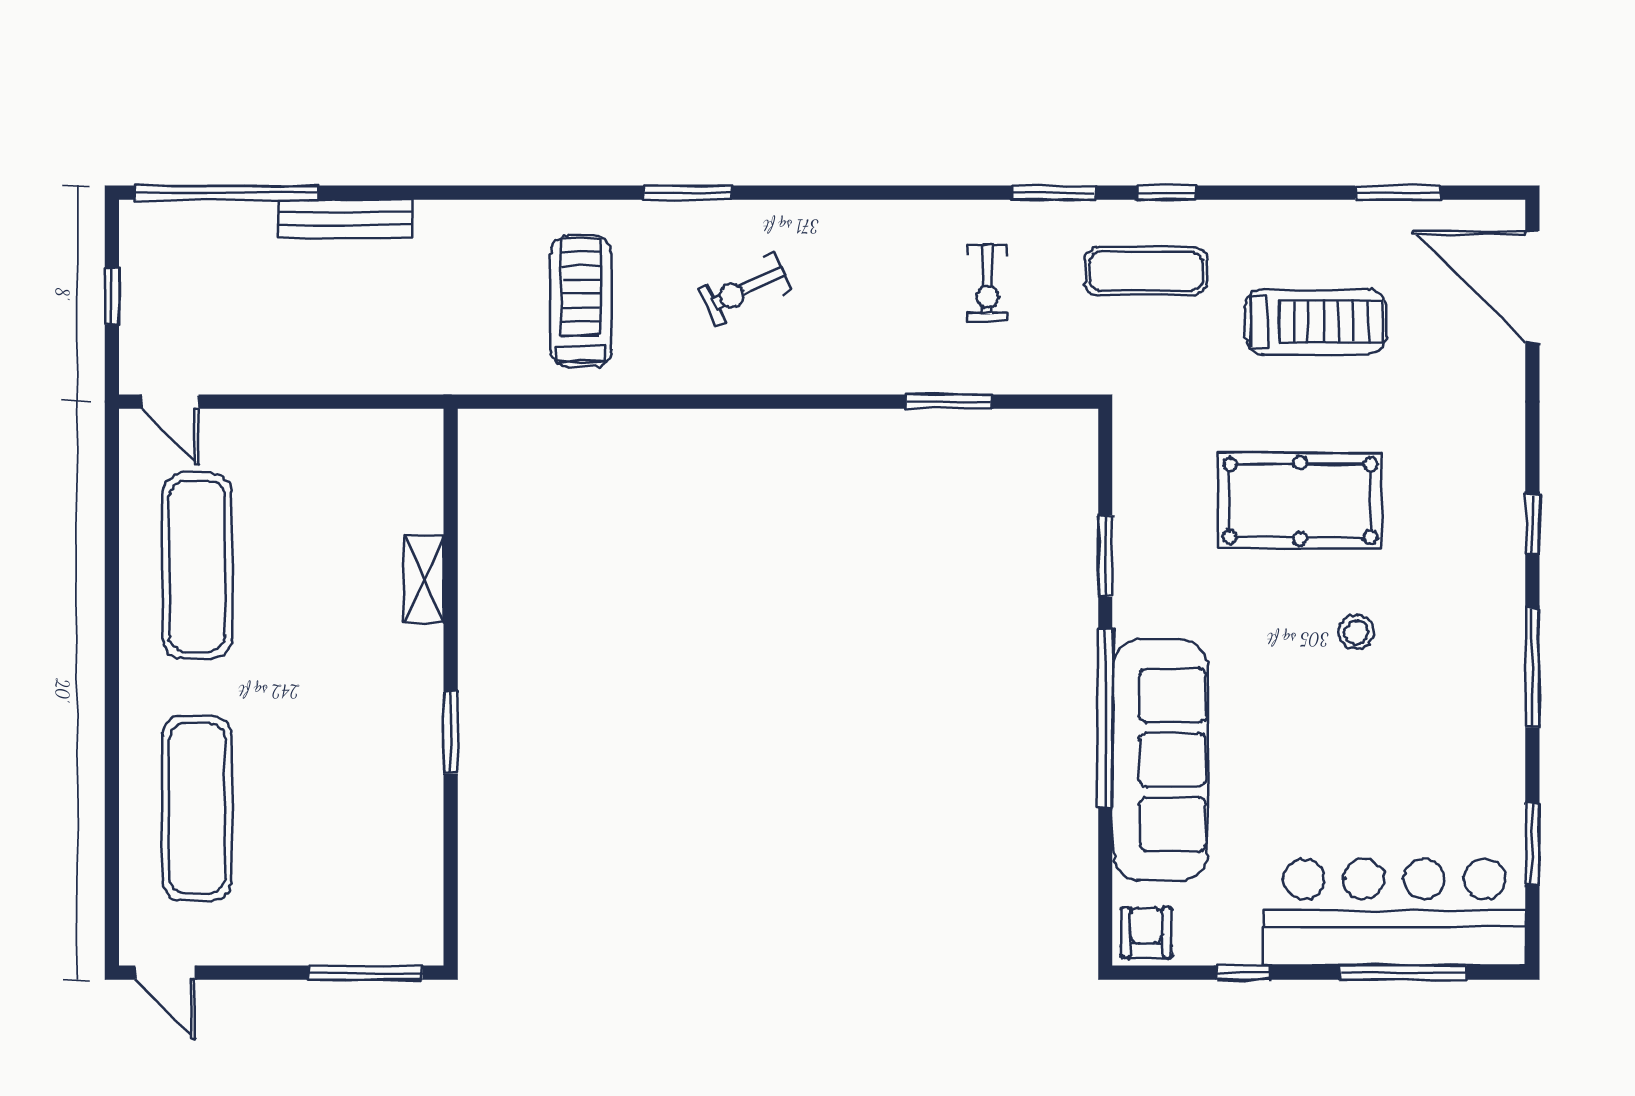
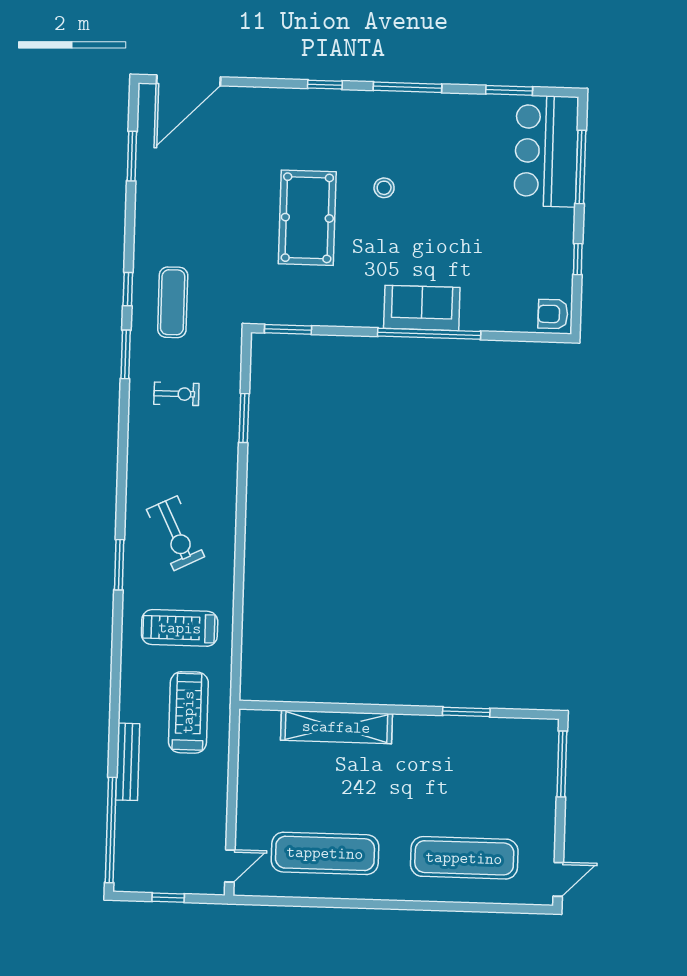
exercise bike: (745, 289) -> (176, 533), width x1.38, depth x1.39
treadmill: (1316, 322) -> (188, 712), moved
window: (1105, 556) -> (288, 329), moved
shelving: (424, 579) -> (336, 727), width x2.20, depth x1.33
window: (451, 732) -> (466, 712), moved
sofa: (1160, 760) -> (422, 308), width x0.54, depth x0.79
bar counter: (1394, 912) -> (546, 151), width x0.73

